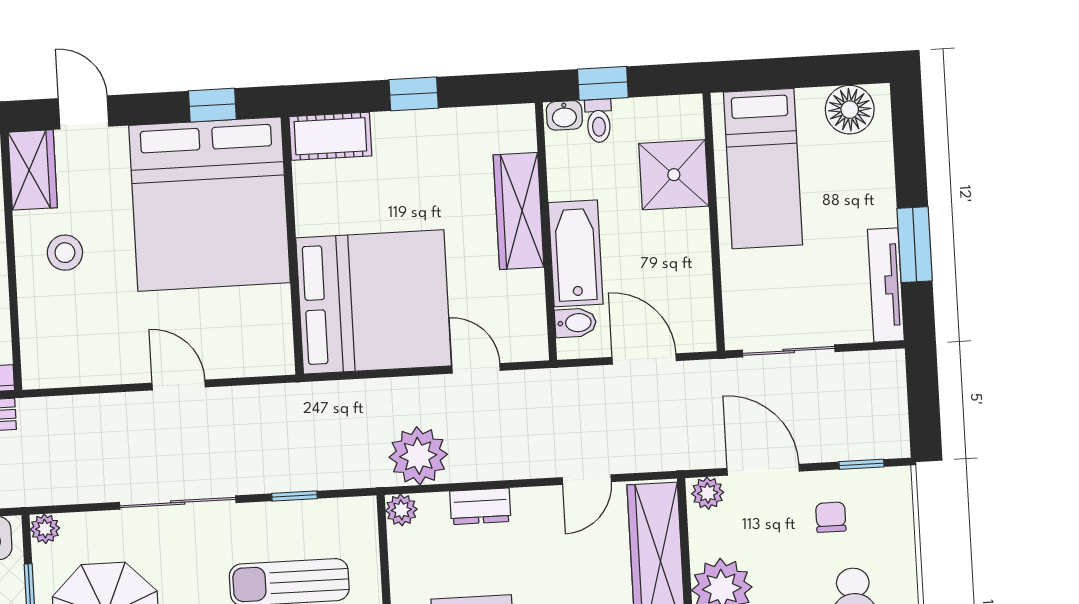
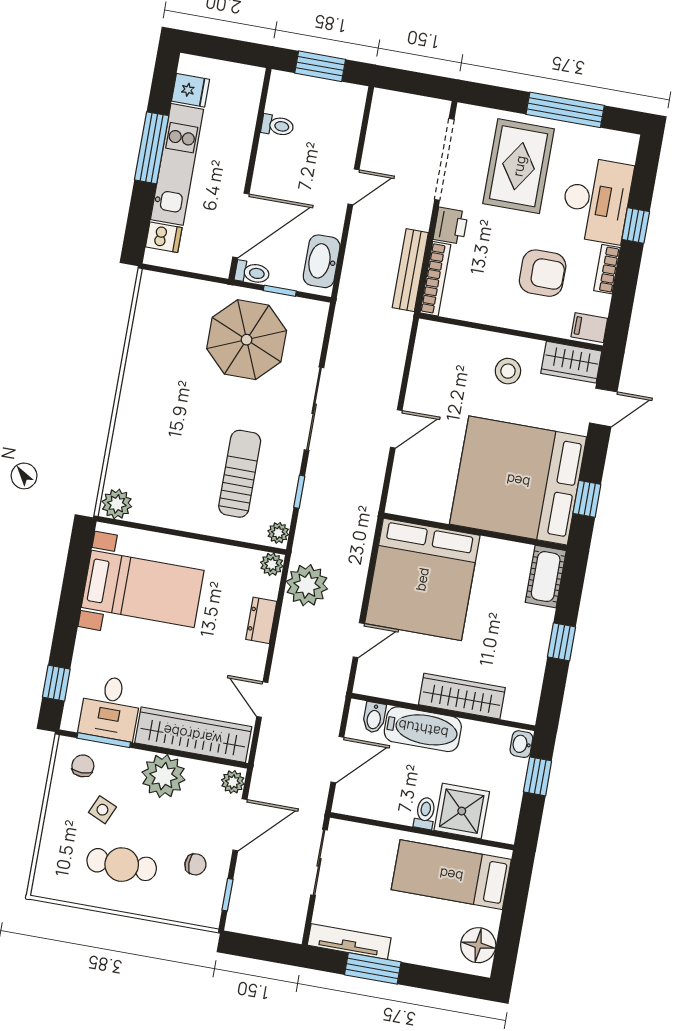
toilet: (599, 121) -> (425, 813), moved, turned 90
plant: (45, 529) -> (278, 533), moved

